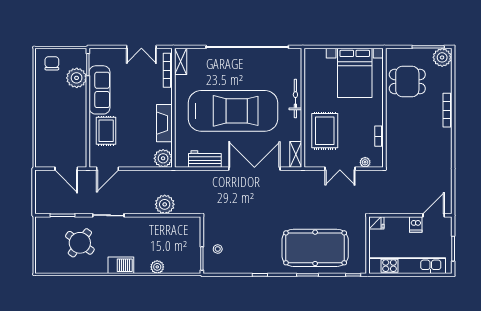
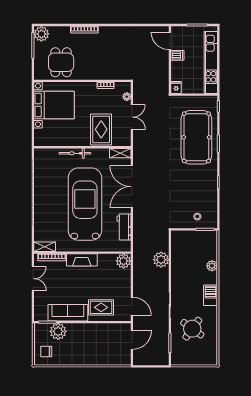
fireplace: (164, 123) -> (82, 260), moved
rug: (325, 131) -> (101, 129), turned 90

